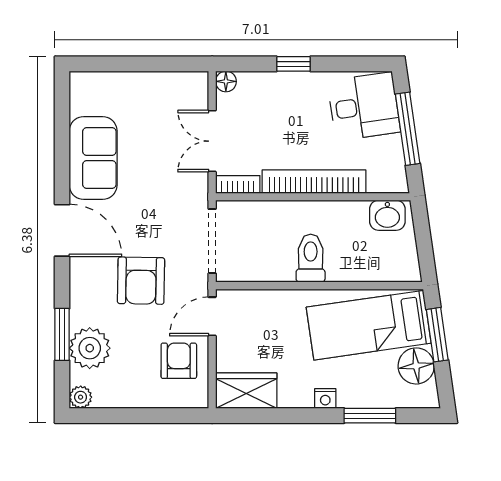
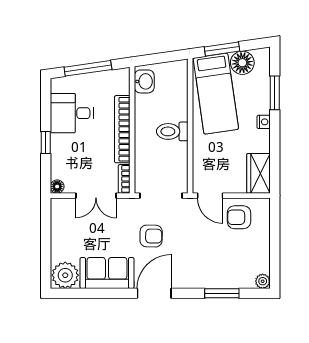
desk: (364, 106) -> (72, 113), moved, turned -82
armchair: (141, 281) -> (151, 236), moved, width x0.72, depth x0.72
plant: (90, 348) -> (65, 275), moved

